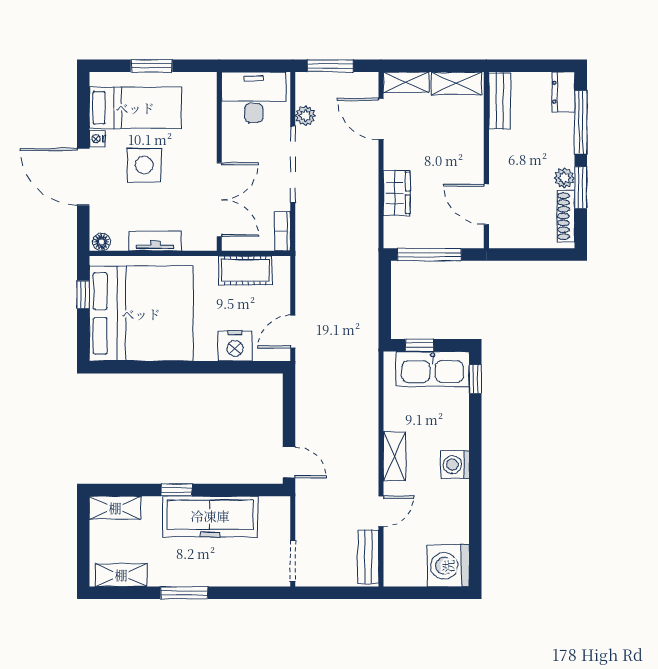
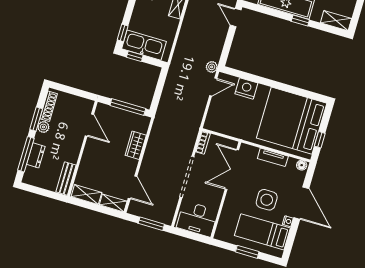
dresser: (563, 92) -> (36, 155), moved
plant: (305, 116) -> (212, 67), moved
cot: (245, 270) -> (229, 127), removed
window: (419, 345) -> (135, 56), moved

